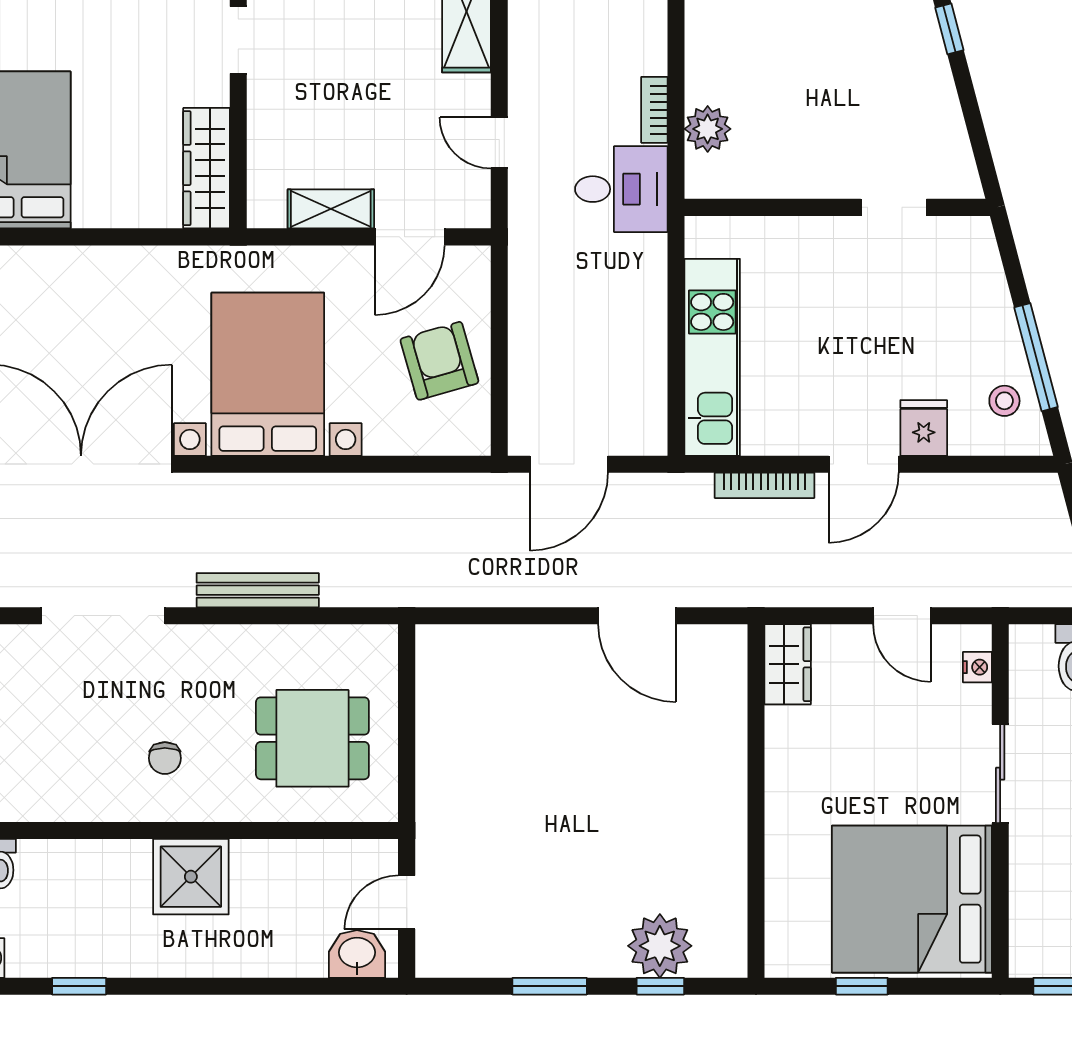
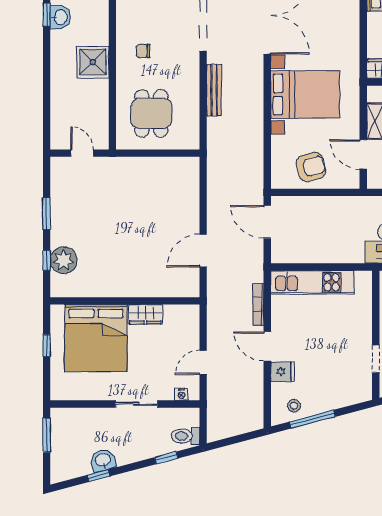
wardrobe: (788, 664) -> (145, 314), moved
bed: (912, 899) -> (96, 338), moved, turned 180
washbasin: (357, 954) -> (60, 17), moved

